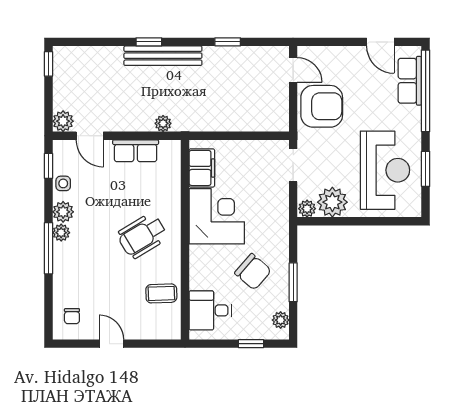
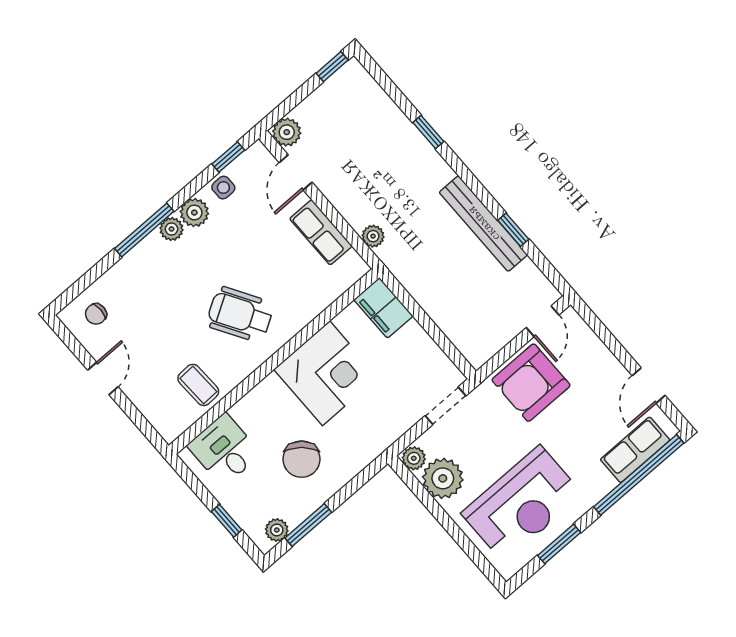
window: (149, 42) -> (428, 132), moved
bench: (163, 56) -> (483, 224), moved
armchair: (322, 106) -> (531, 383), turned 90
filing cabinet: (202, 168) -> (383, 308), moved, turned 90
window: (293, 282) -> (308, 525), moved

